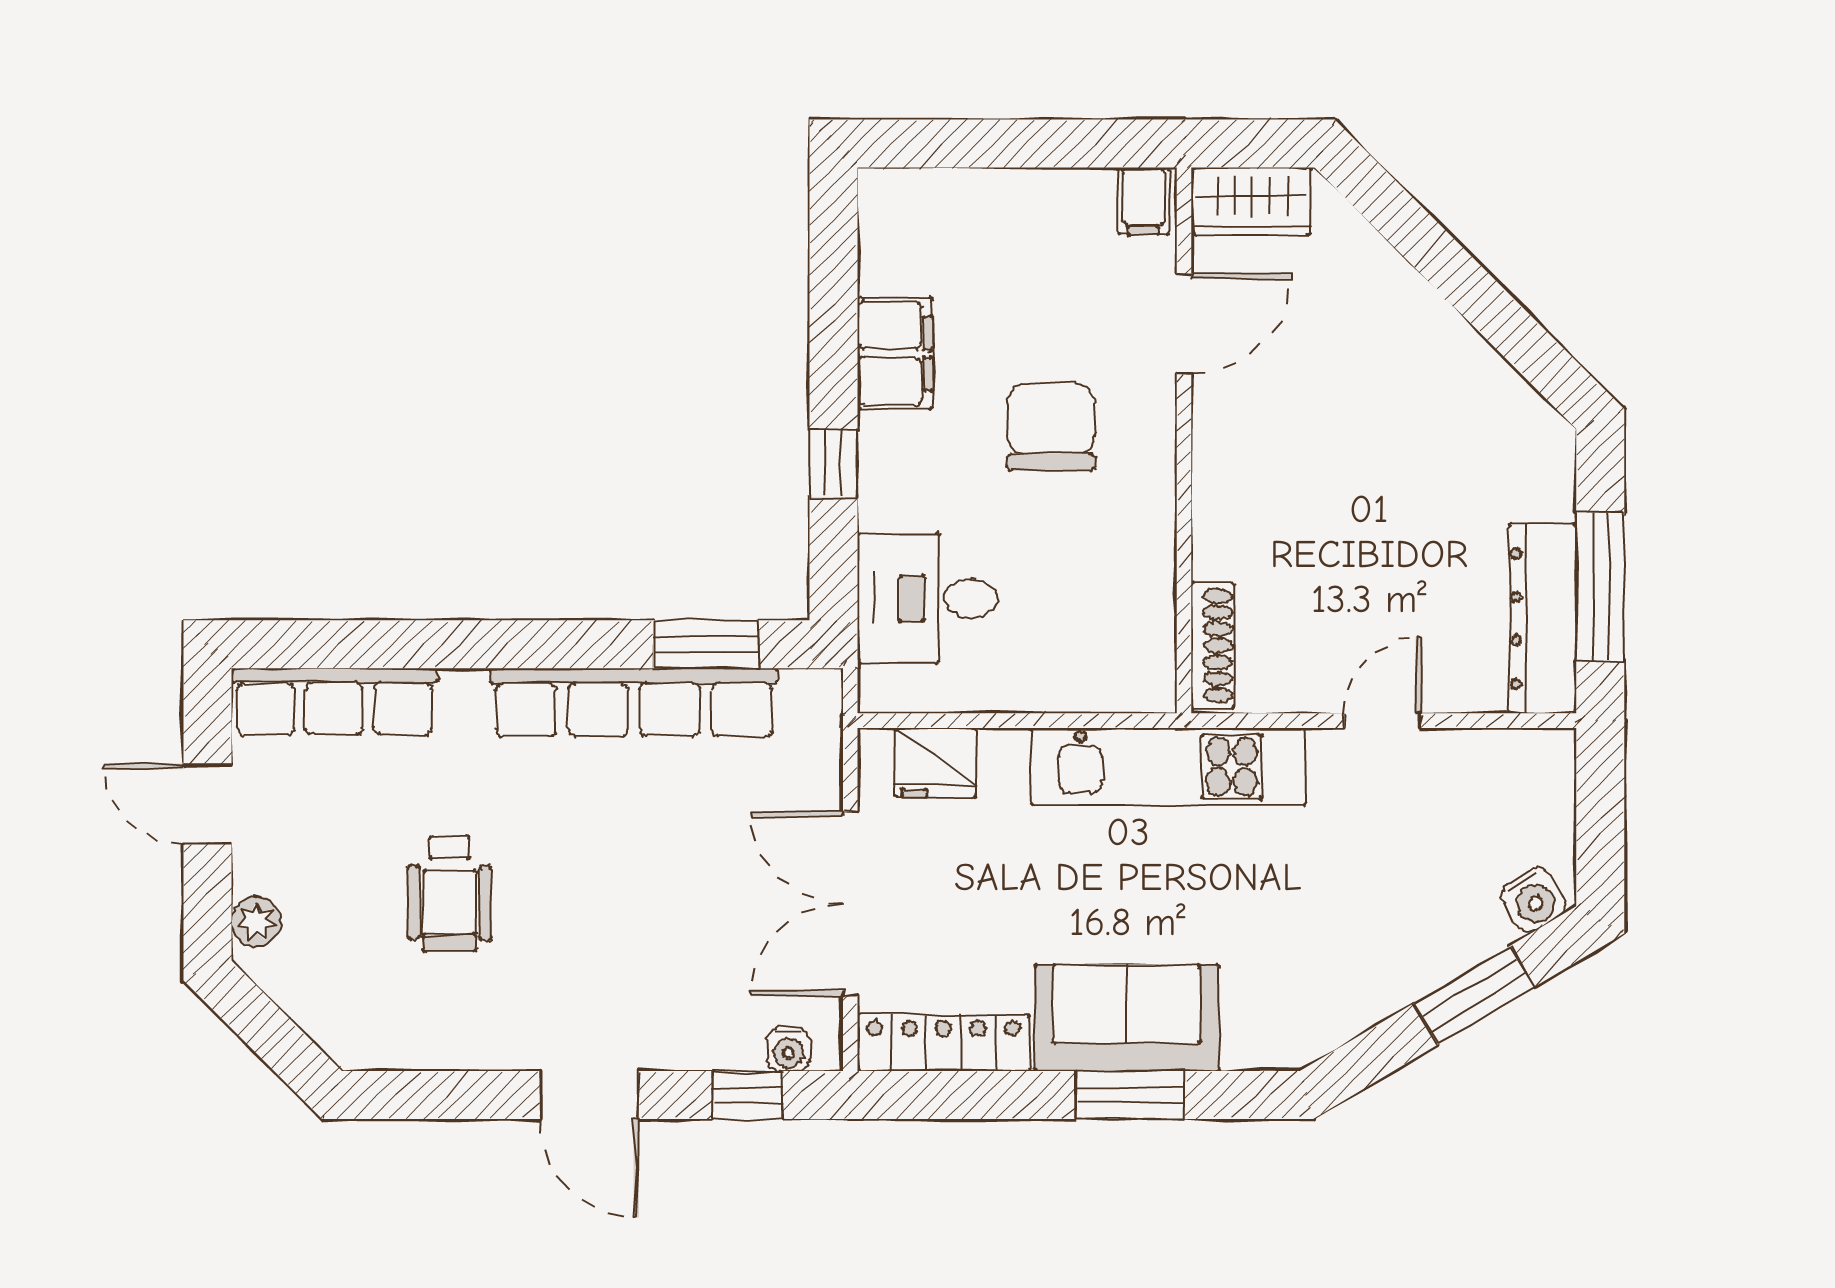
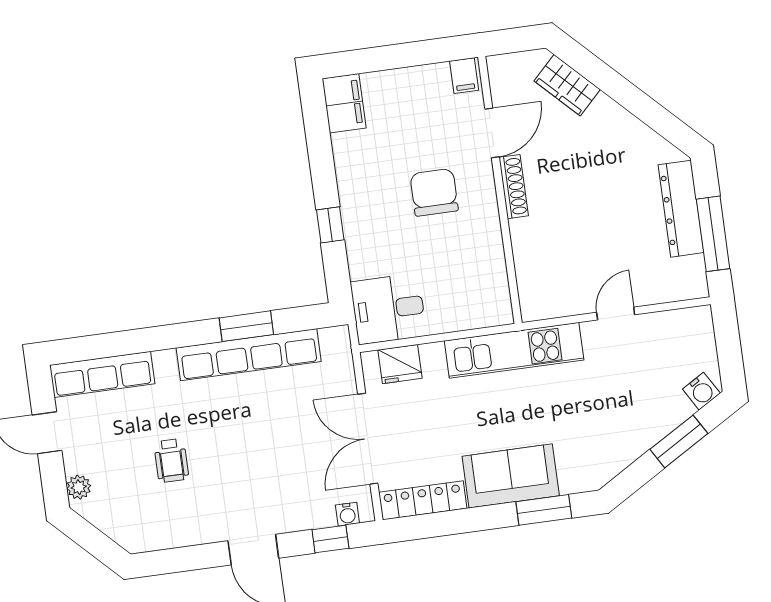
wardrobe: (1252, 201) -> (567, 85), moved, turned 45
filing cabinet: (895, 353) -> (344, 103), moved
desk: (927, 598) -> (388, 309), moved
dresser: (1543, 619) -> (681, 209), moved
window: (706, 644) -> (246, 326), moved
shoe rack: (1213, 646) -> (514, 187), moved
wheelchair: (449, 894) -> (171, 461), width x0.73, depth x0.73
window: (1131, 1095) -> (544, 510), moved

